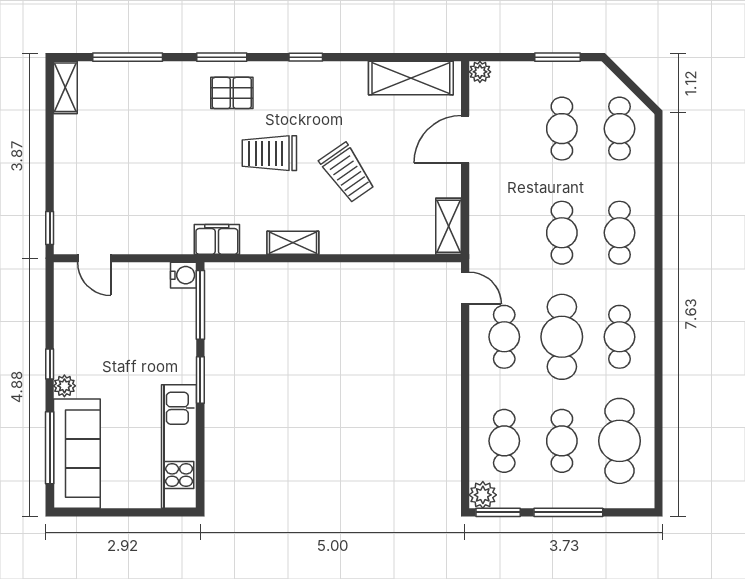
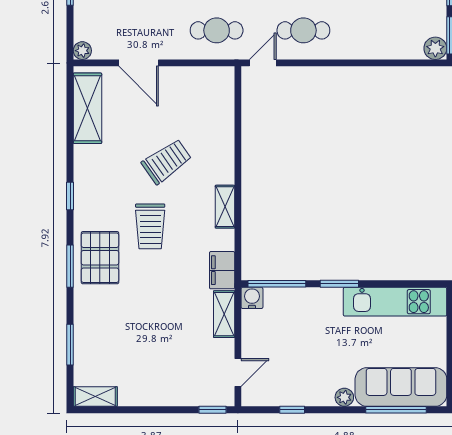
window: (128, 57) -> (70, 345), width x0.69
pallet: (232, 93) -> (100, 258), width x1.50, depth x1.42
shelving: (449, 226) -> (224, 314), moved, turned 90
window: (50, 364) -> (292, 410), moved
cafe table: (504, 441) -> (217, 30), moved

